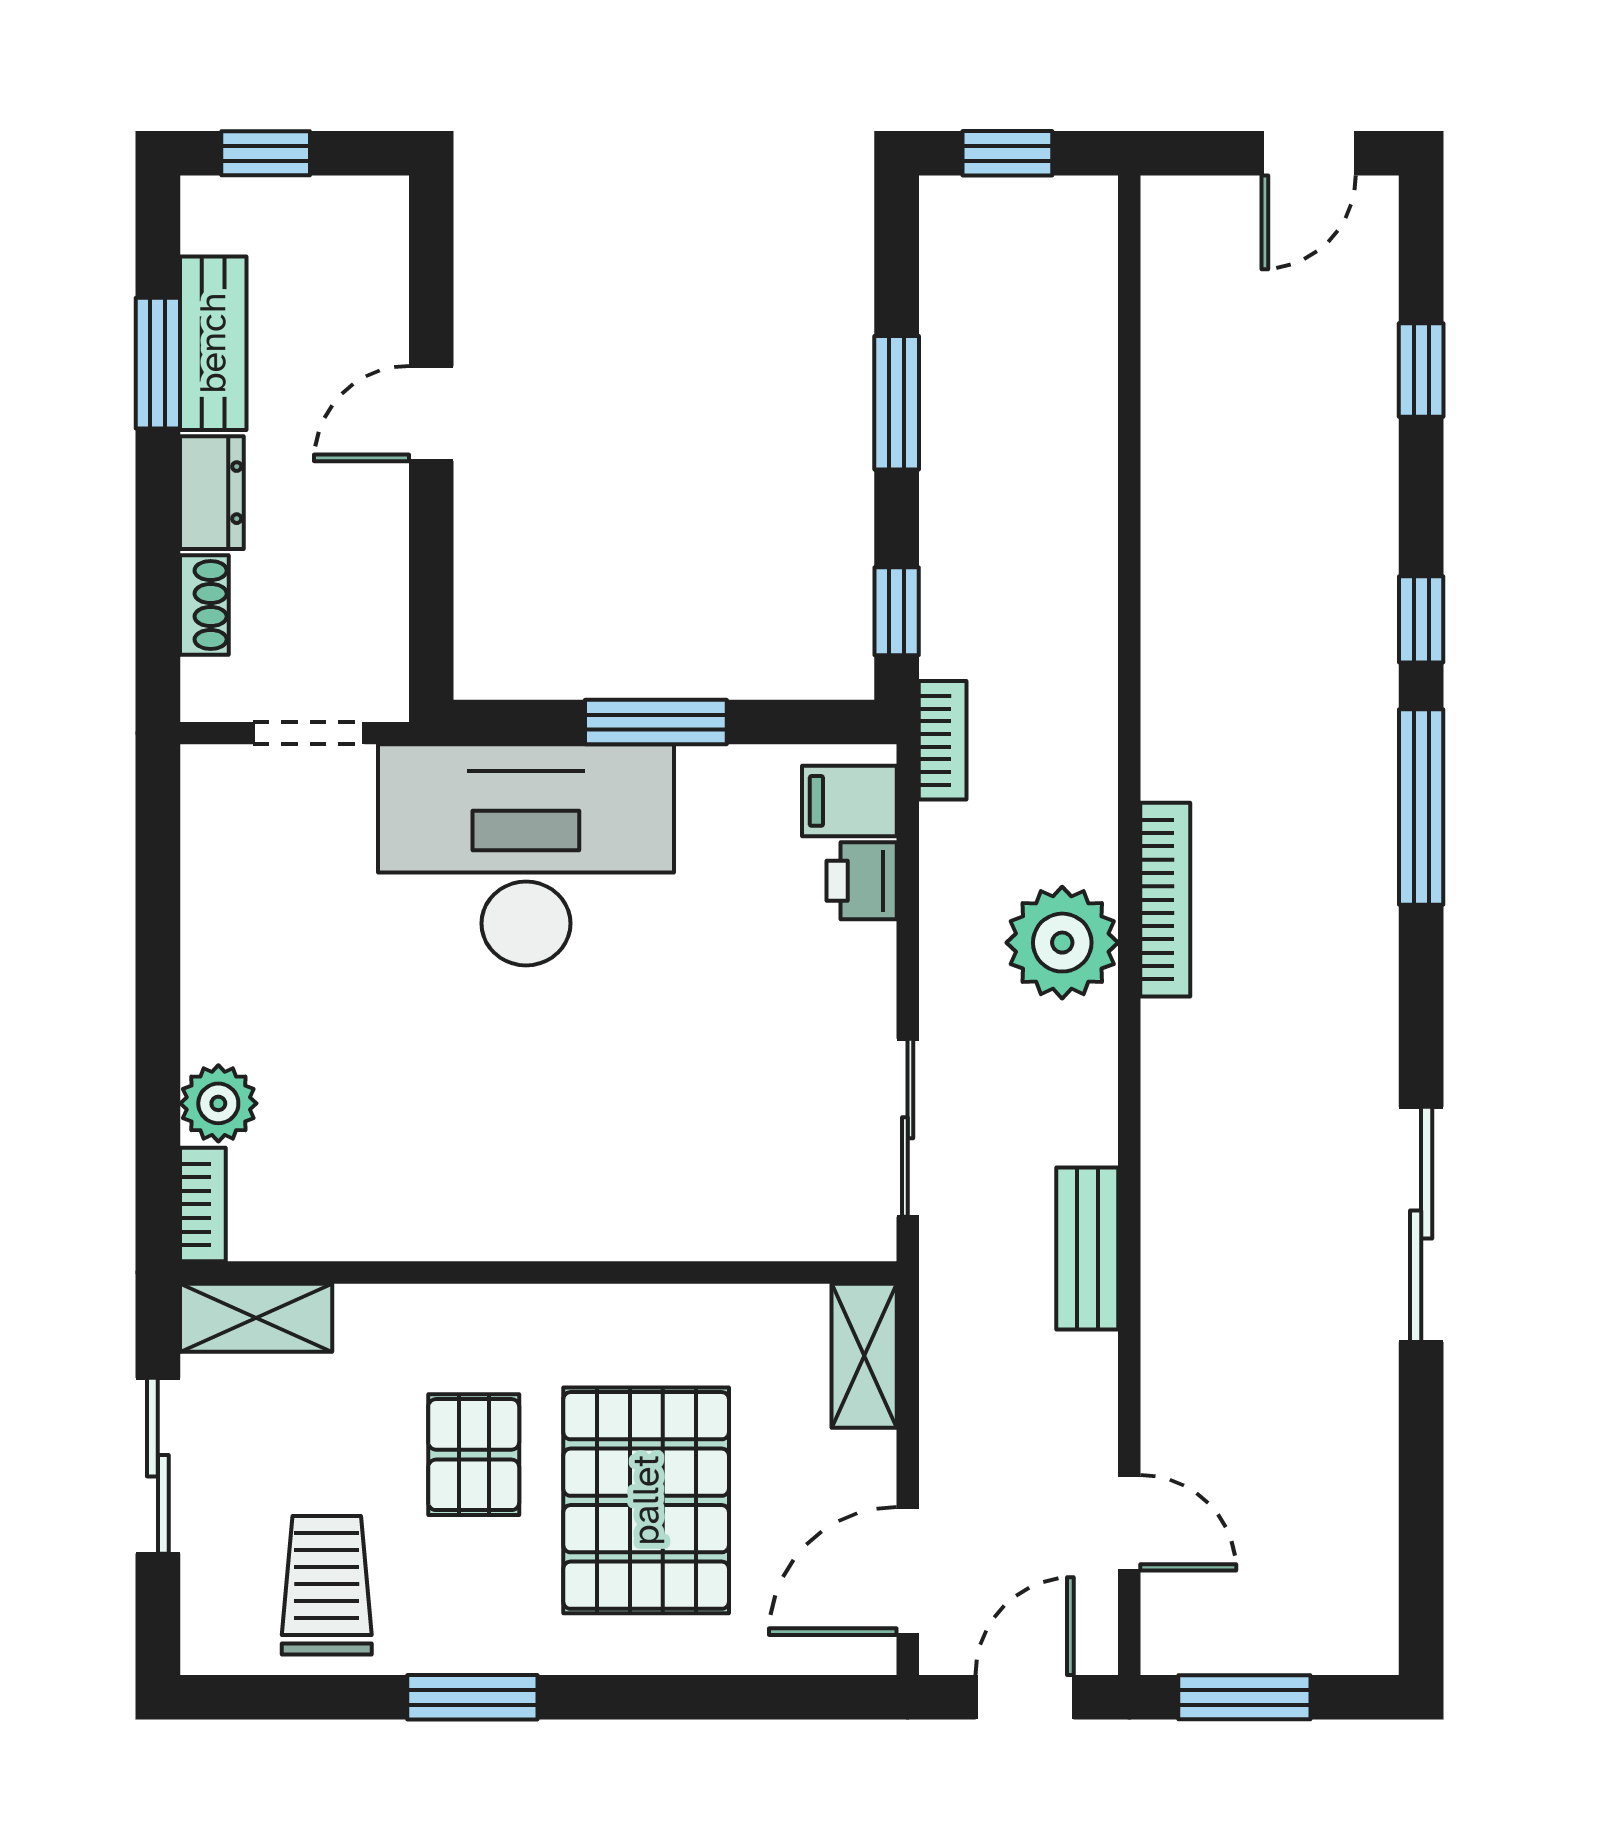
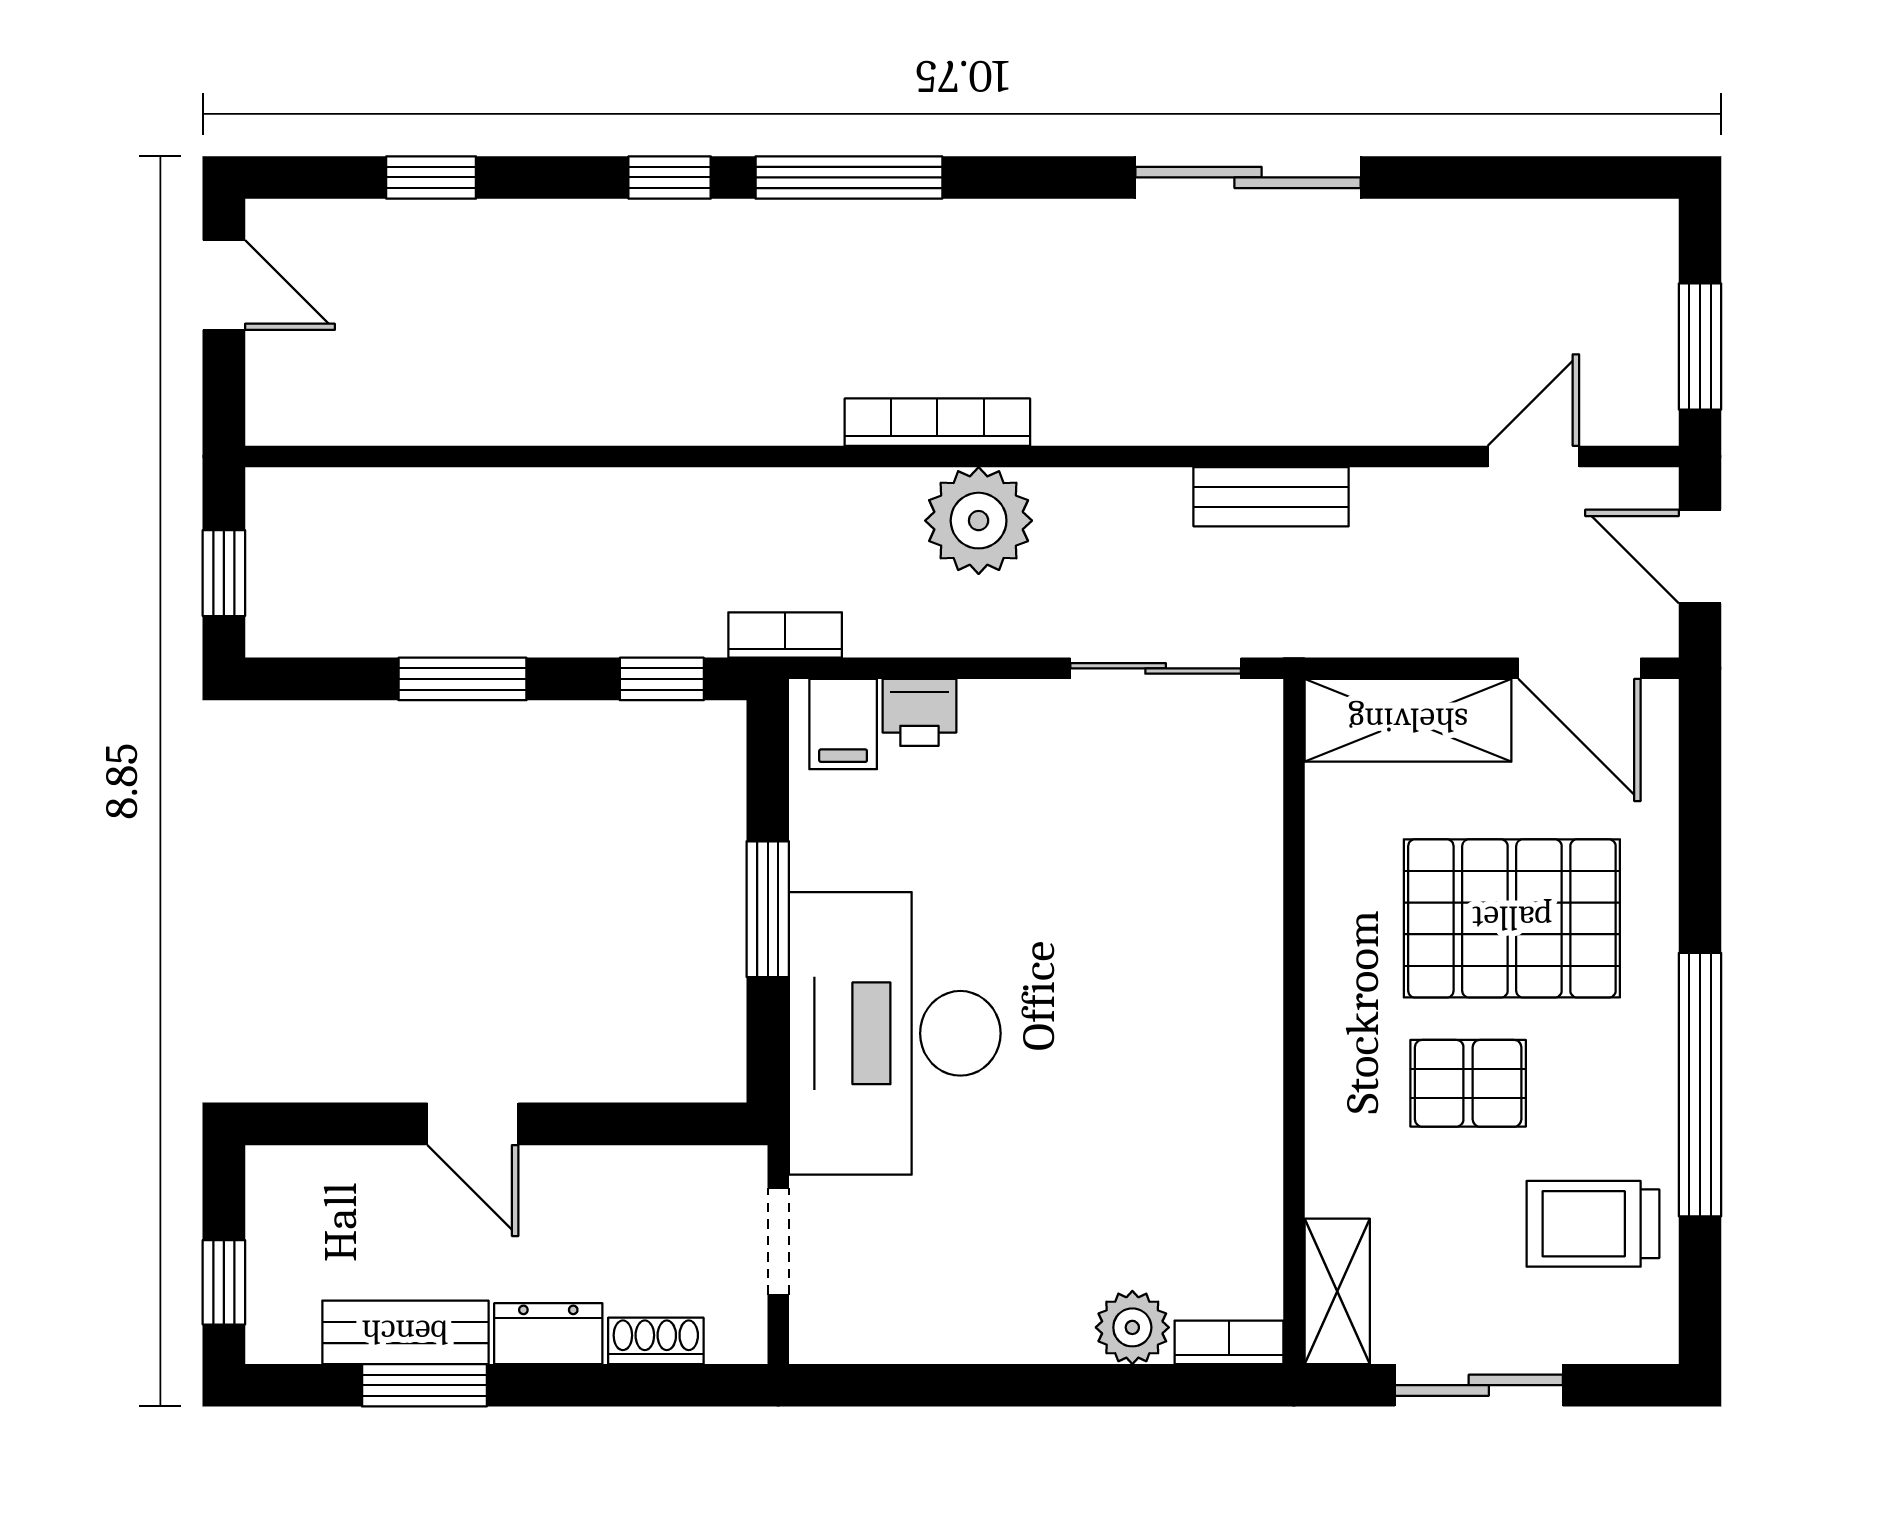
shelving: (864, 1356) -> (1408, 720), width x1.50, depth x1.33
window: (472, 1697) -> (1700, 1085), width x2.11

